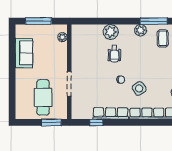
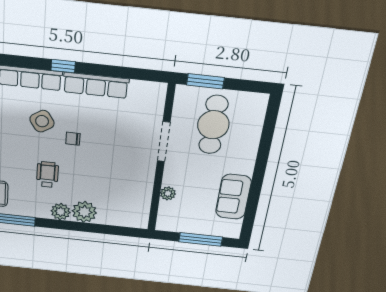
plant: (140, 30) -> (61, 212), moved
plant: (62, 37) -> (168, 193), moved
wheelchair: (114, 54) -> (47, 175), moved
window: (96, 122) -> (63, 66), moved

